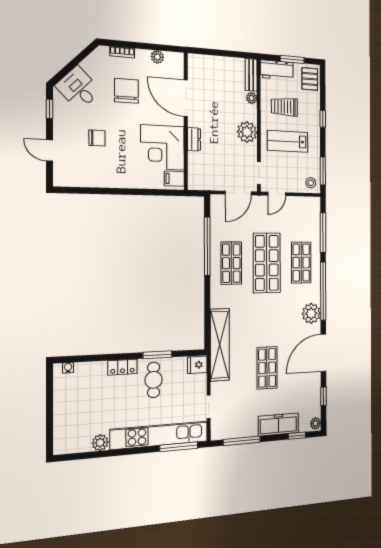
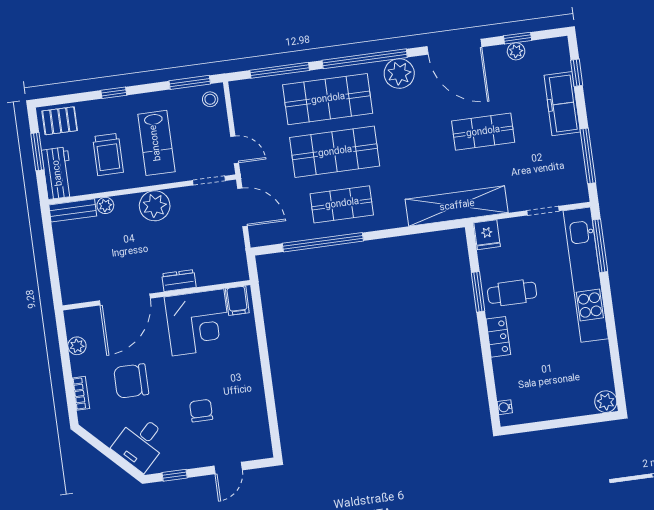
shop shelf: (301, 263) -> (328, 99), width x1.43, depth x1.36
plant: (315, 423) -> (516, 51), moved
plant: (100, 443) -> (606, 402), moved

